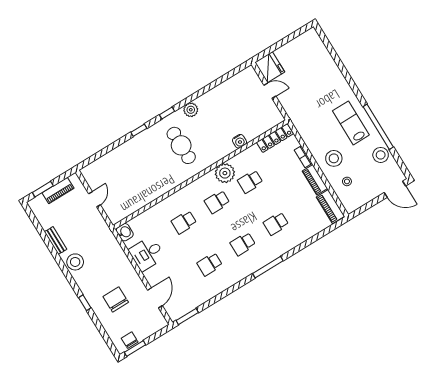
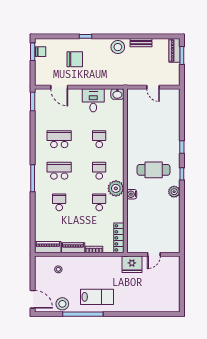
fridge: (270, 67) -> (132, 264), moved
water cooler: (239, 141) -> (132, 194), moved
stool: (334, 158) -> (80, 270), removed
door: (395, 189) -> (33, 299), swing flipped
piano: (58, 190) -> (175, 50), moved
school desk: (243, 244) -> (59, 171), width x1.85
school desk: (210, 264) -> (59, 139), width x1.85

